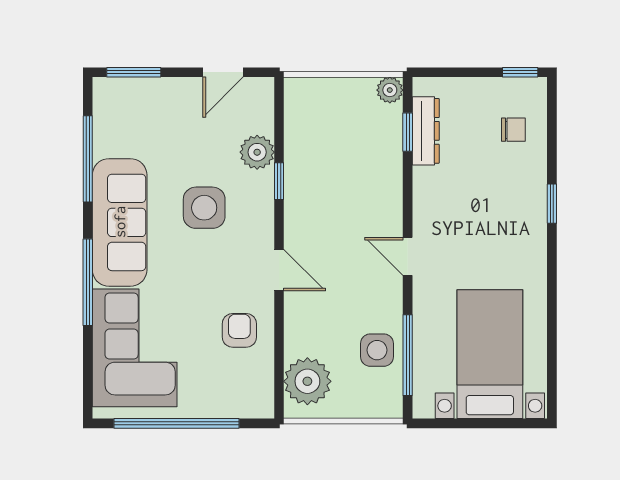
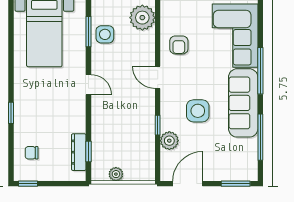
door: (223, 72) -> (188, 184), width x1.38
plant: (390, 90) -> (116, 174), moved
window: (408, 355) -> (88, 32), width x0.69

